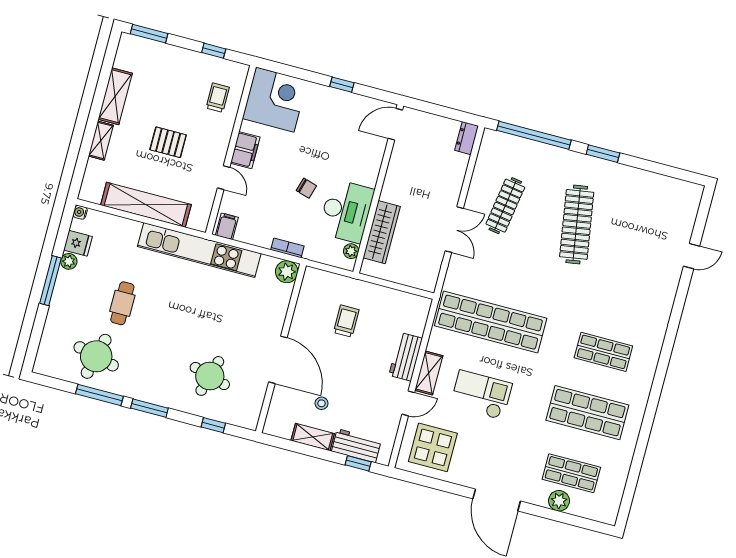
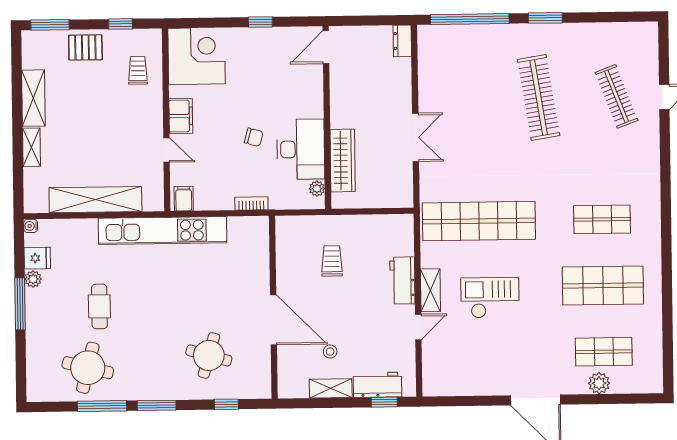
pallet: (168, 142) -> (85, 47), moved
clothes rail: (505, 206) -> (617, 96), moved, turned -30
plant: (287, 272) -> (257, 228), removed
display table: (433, 447) -> (456, 365), removed

